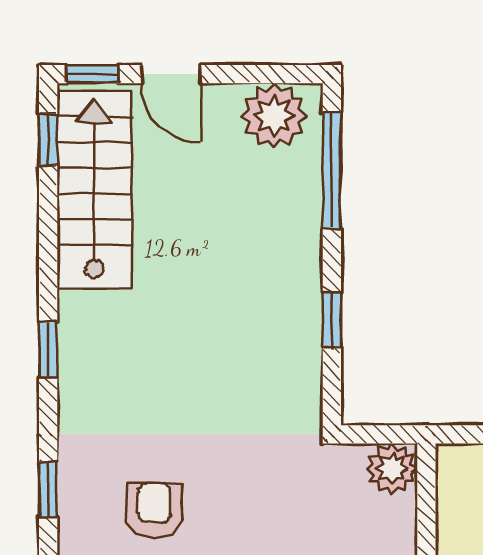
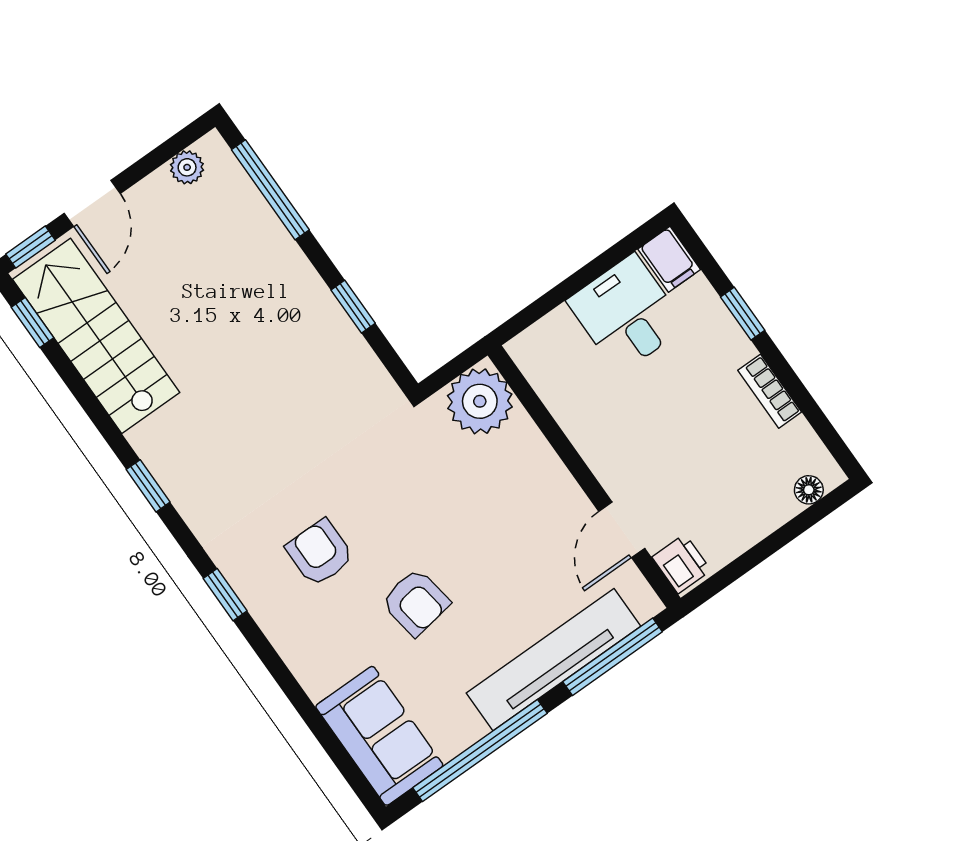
door: (171, 74) -> (92, 203), hinge flipped
plant: (274, 116) -> (187, 167), width x0.53, depth x0.53
plant: (392, 469) -> (480, 401), width x1.36, depth x1.36

